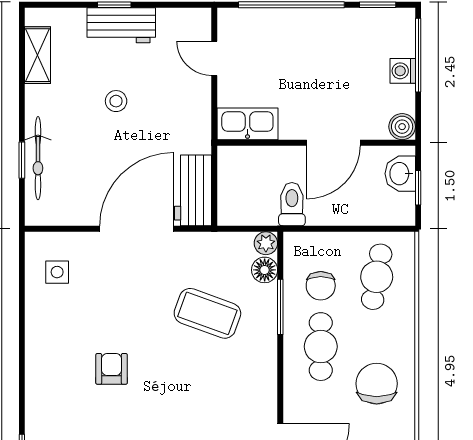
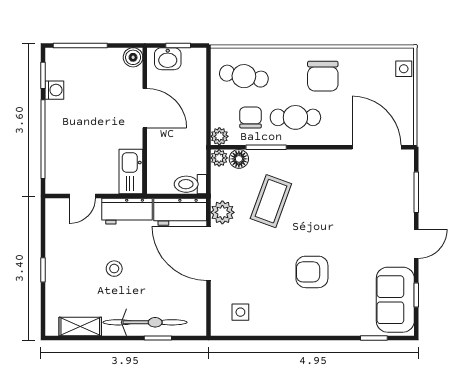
workbench: (121, 25) -> (127, 211), moved, turned 90
washing machine: (403, 71) -> (54, 90), moved, turned -90
bicycle: (38, 158) -> (145, 322), width x1.37, depth x1.40
toilet: (292, 204) -> (190, 184), moved
plant: (295, 244) -> (219, 136), added
plant: (192, 248) -> (222, 212), added
chair: (321, 286) -> (251, 117), turned -90
armchair: (112, 369) -> (312, 272), width x1.38, depth x1.38
chair: (377, 384) -> (323, 76), turned -90

